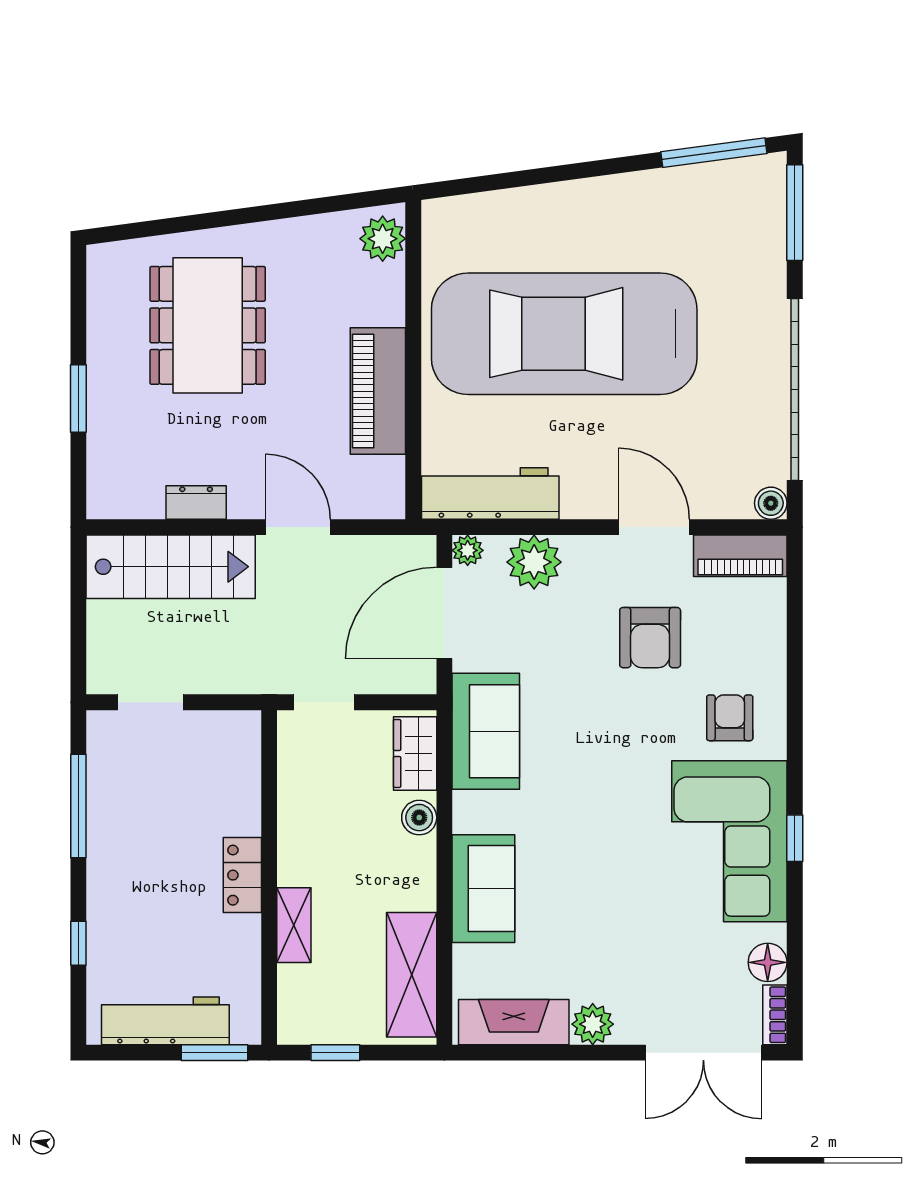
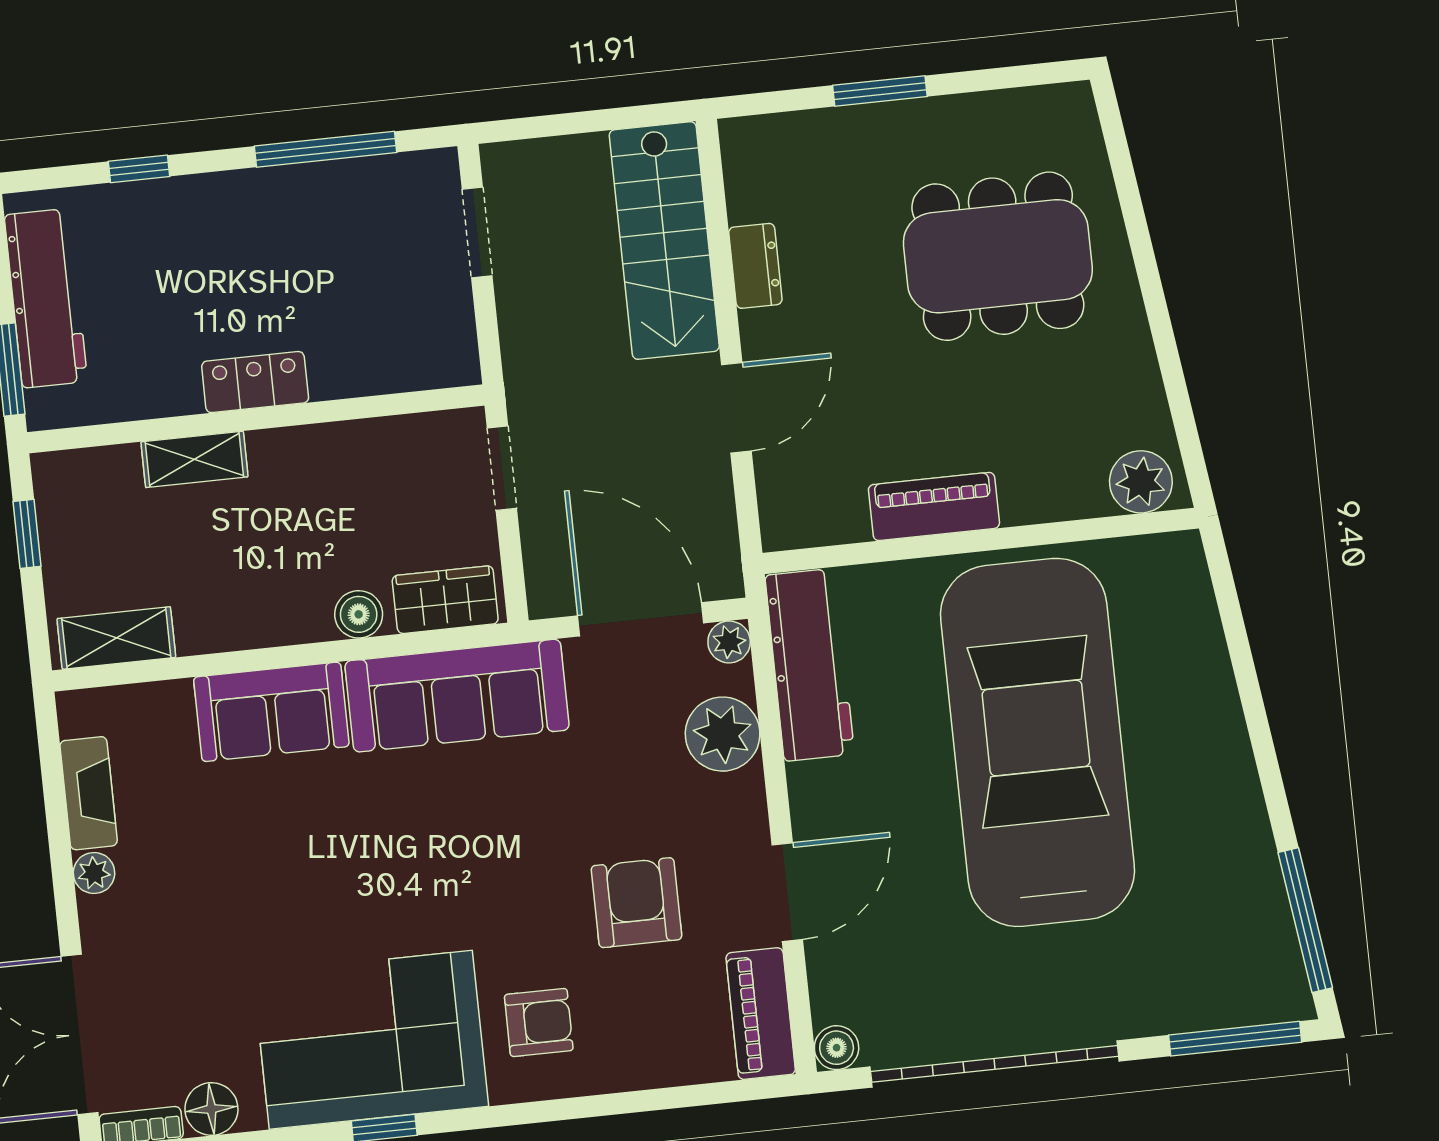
piano: (378, 391) -> (934, 506), width x0.73, depth x0.75
armchair: (650, 638) -> (636, 903), turned 90
sofa: (486, 731) -> (457, 696), width x1.36
shelving: (412, 975) -> (116, 638), width x0.67, depth x0.75
fireplace: (514, 1022) -> (89, 793), width x0.73, depth x0.76
plant: (593, 1024) -> (94, 873), width x0.73, depth x0.73

